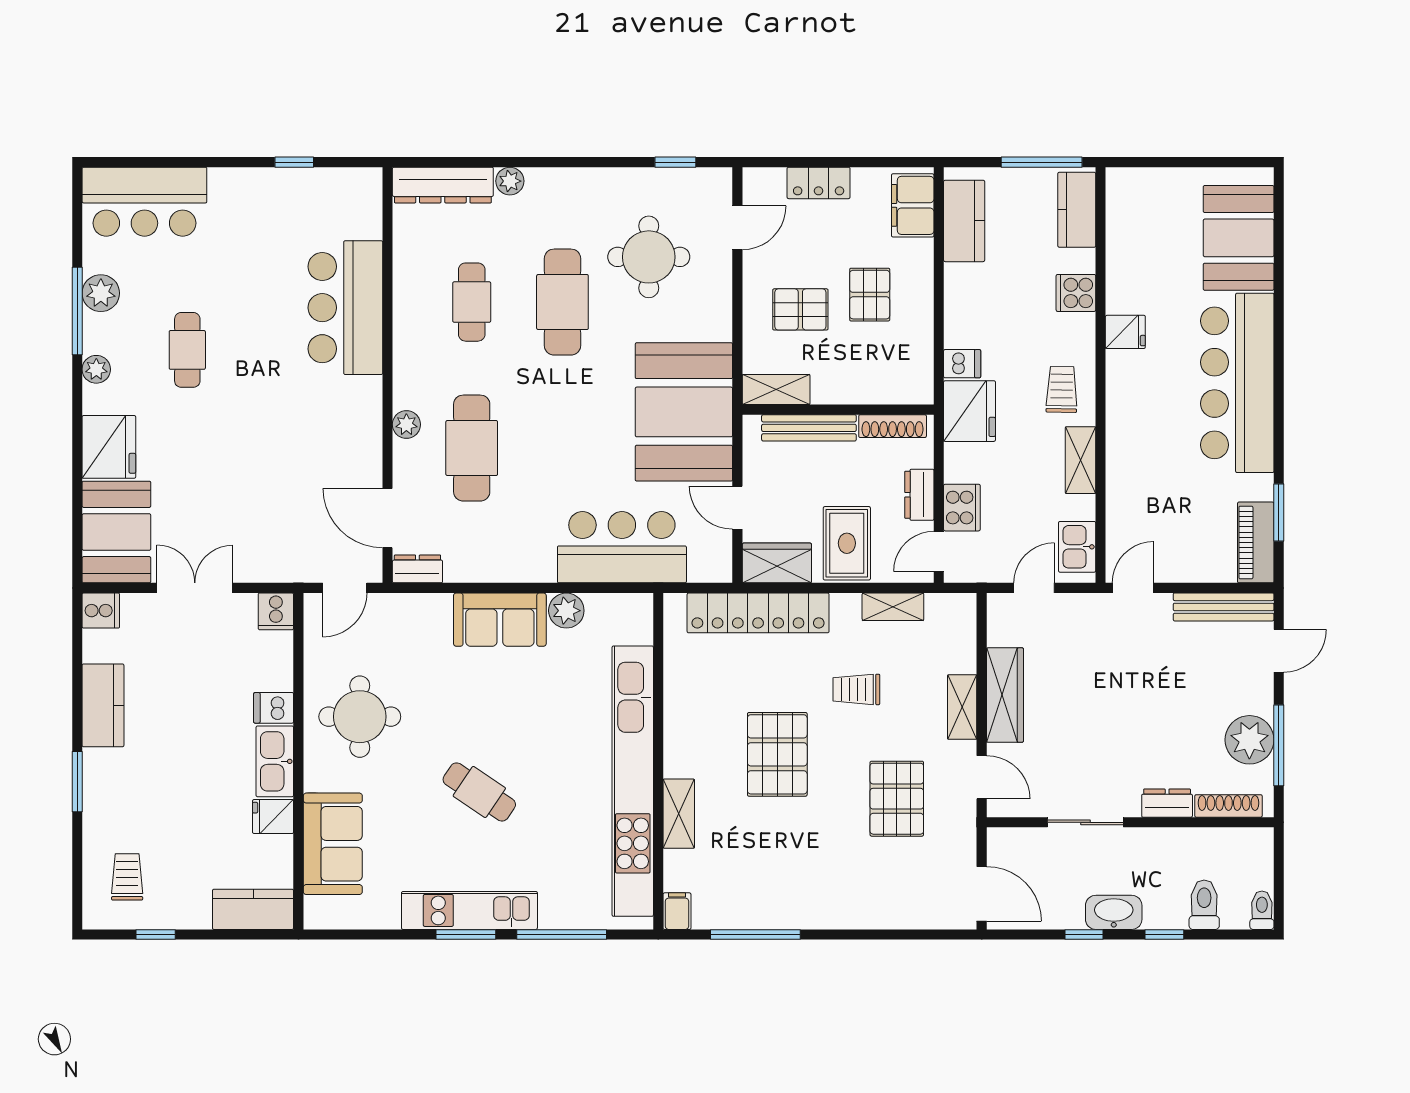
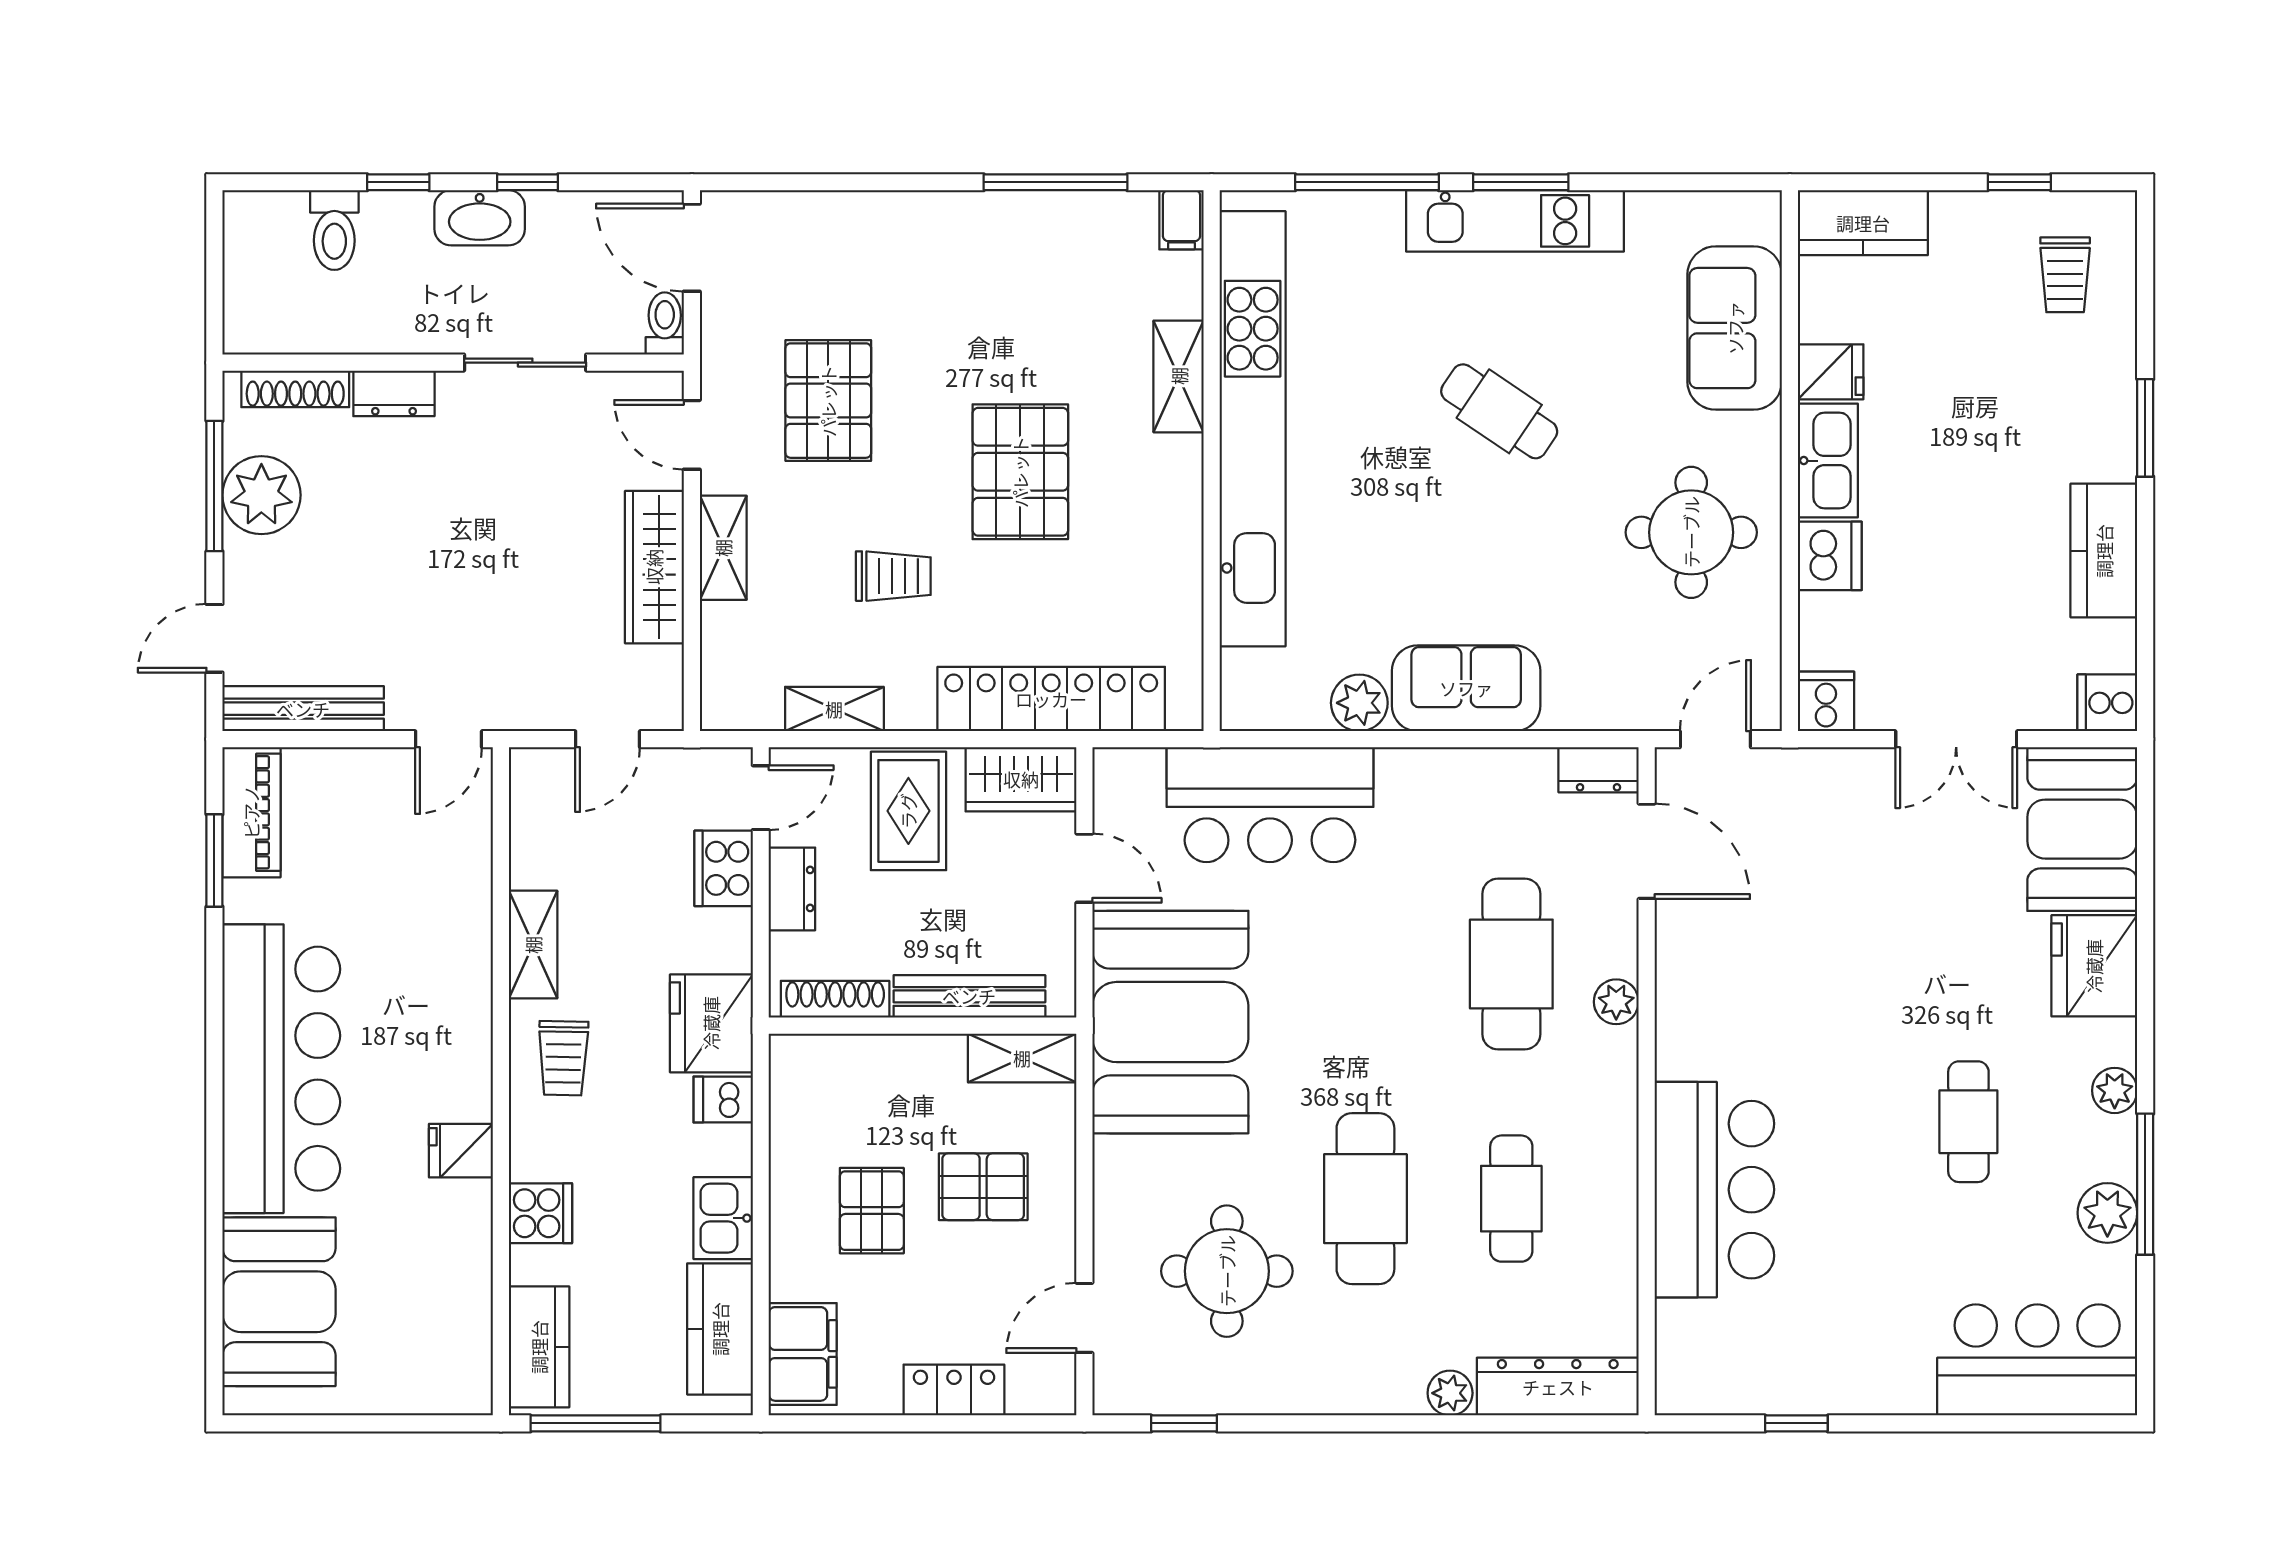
kitchen sink: (1077, 547) -> (723, 1218), moved, turned 180
dishwasher: (274, 708) -> (1830, 556), width x1.38
toilet: (1262, 910) -> (665, 323), moved, turned 180

